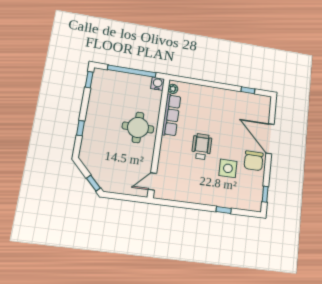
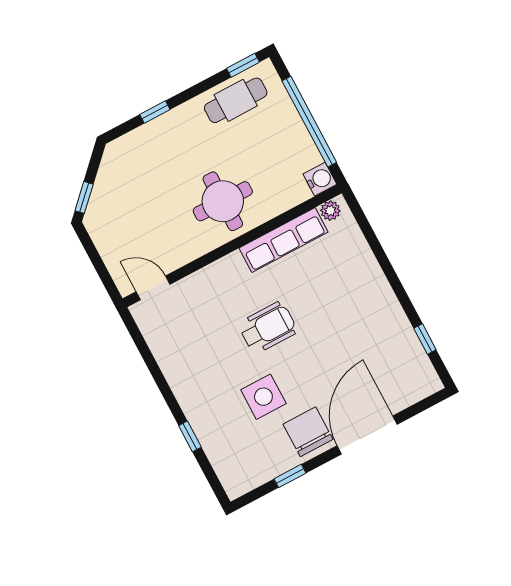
cafe table: (101, 93) -> (236, 100), added
chair: (254, 161) -> (308, 432), turned 90
window: (265, 194) -> (290, 476), moved

